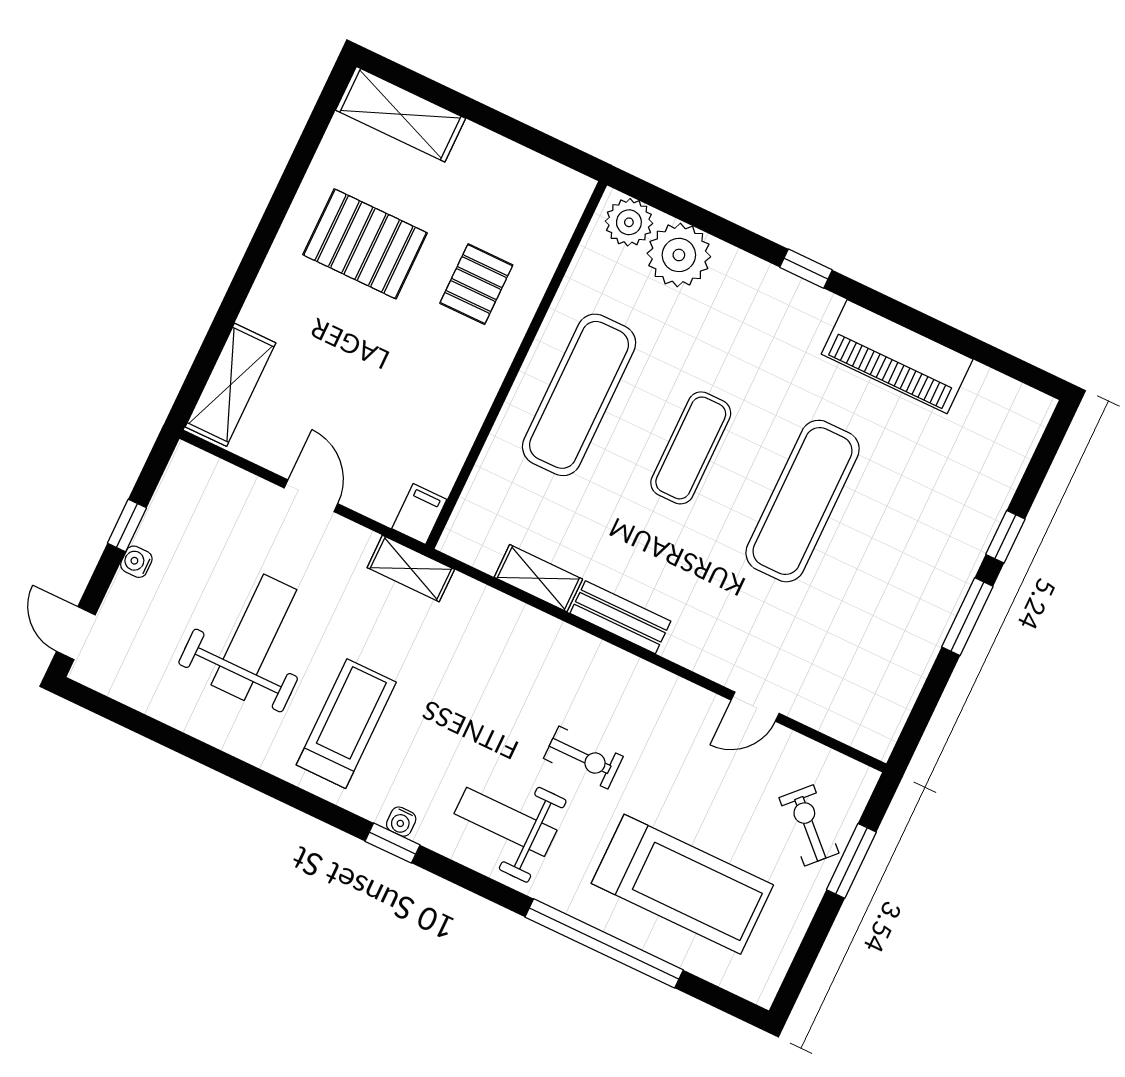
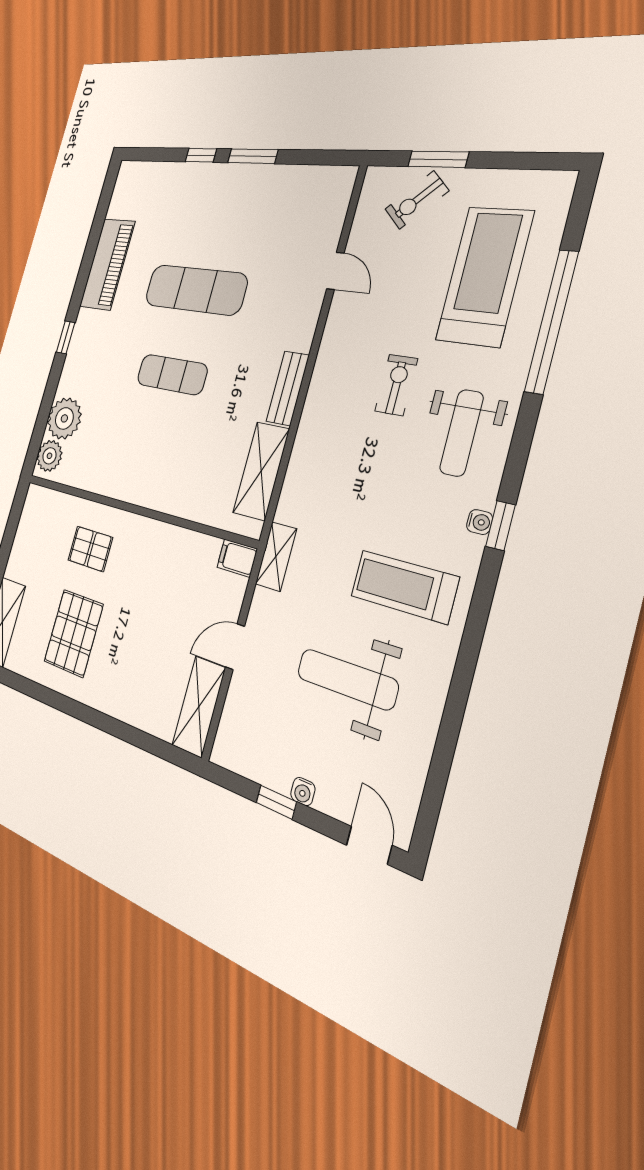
shelving: (230, 385) -> (199, 707), moved, turned 90
exercise mat: (579, 395) -> (148, 460), removed
shelving: (538, 578) -> (261, 471), width x1.50, depth x1.33
door: (76, 633) -> (369, 845), swing flipped

